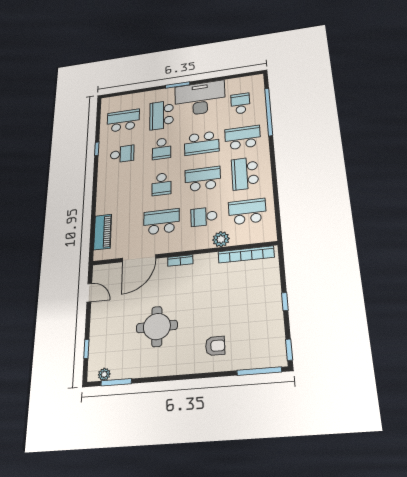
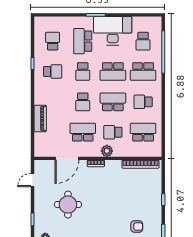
school desk: (240, 104) -> (143, 41), turned 180
school desk: (123, 121) -> (53, 41), width x0.54
school desk: (243, 138) -> (143, 71), turned 180
school desk: (245, 173) -> (143, 102), width x0.54
piano: (103, 232) -> (40, 118), moved
plant: (221, 239) -> (107, 151), moved
door: (89, 293) -> (32, 180), swing flipped
round table: (157, 327) -> (68, 205), moved
armchair: (215, 346) -> (137, 226), moved

